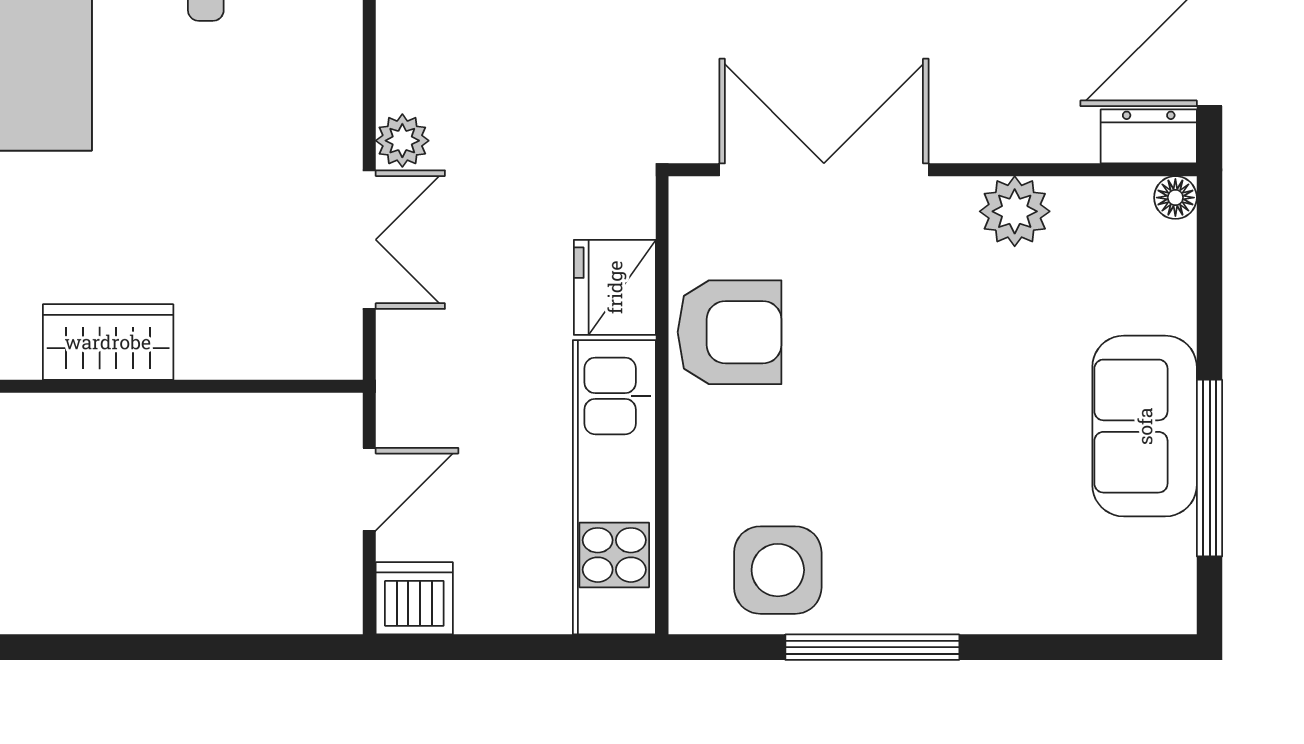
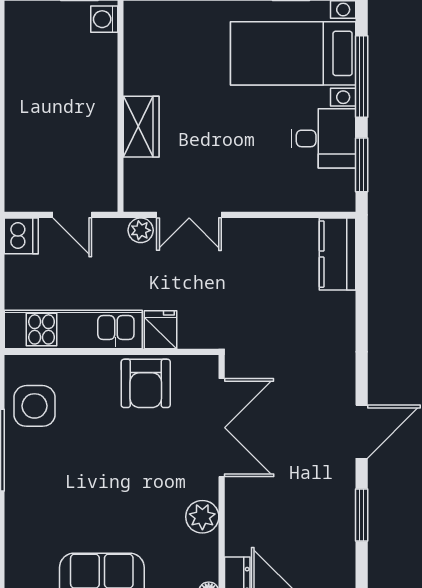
plant: (402, 141) -> (141, 230), moved
fridge: (615, 287) -> (161, 330), width x0.72
wardrobe: (108, 342) -> (141, 127), moved

